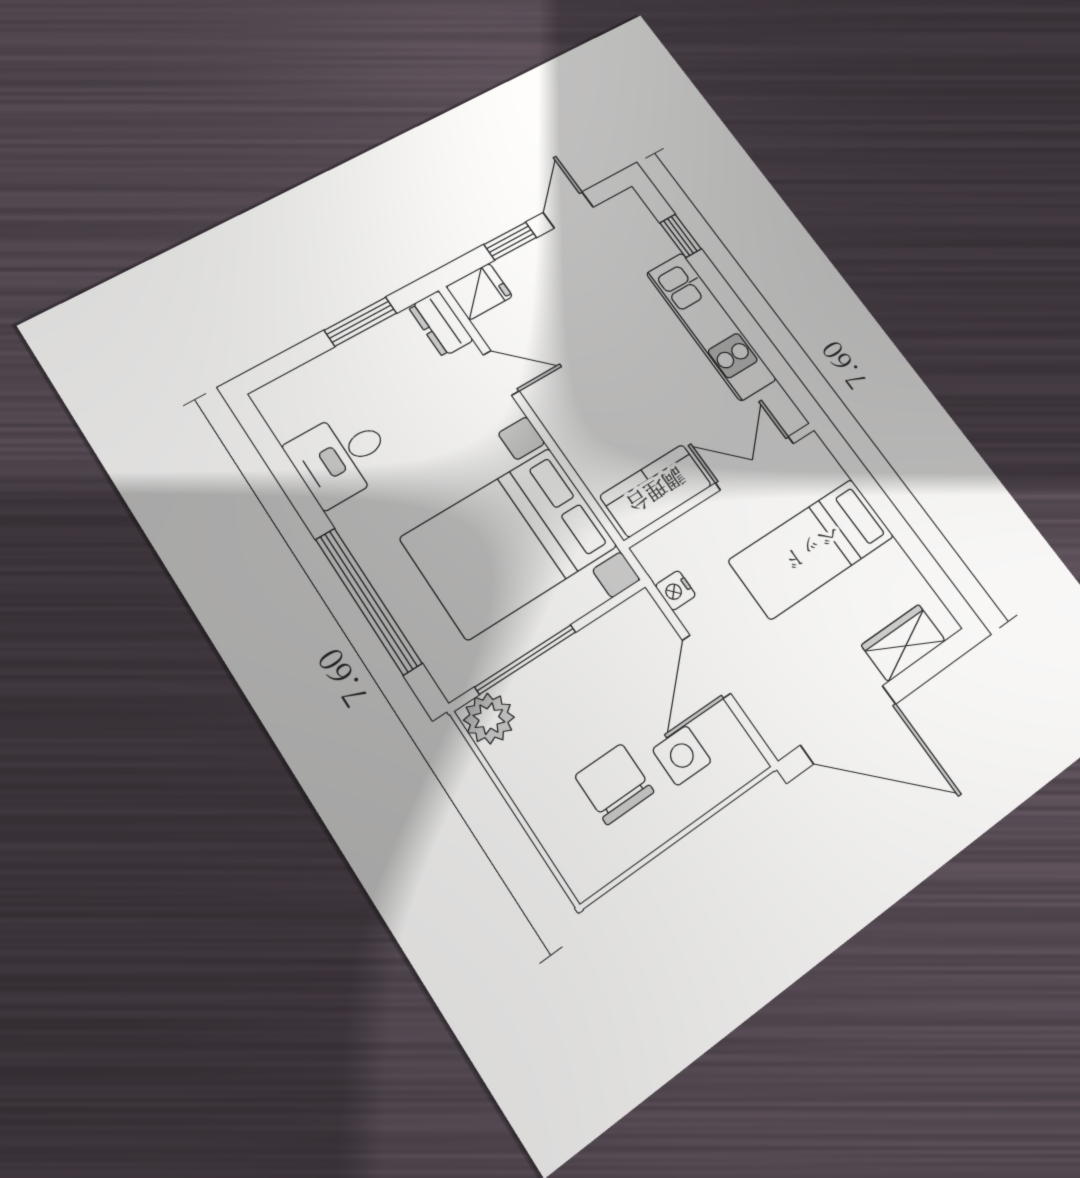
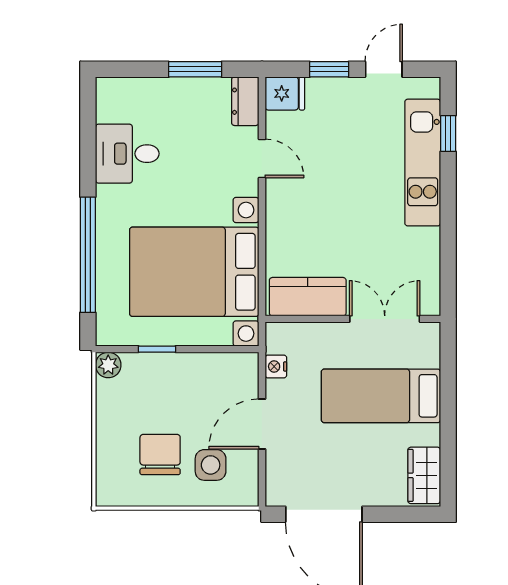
kitchen unit: (711, 326) -> (423, 163), moved
wardrobe: (903, 643) -> (424, 475), moved, turned -90
window: (526, 659) -> (157, 349), width x0.46
plant: (489, 719) -> (108, 365), width x0.73, depth x0.73

